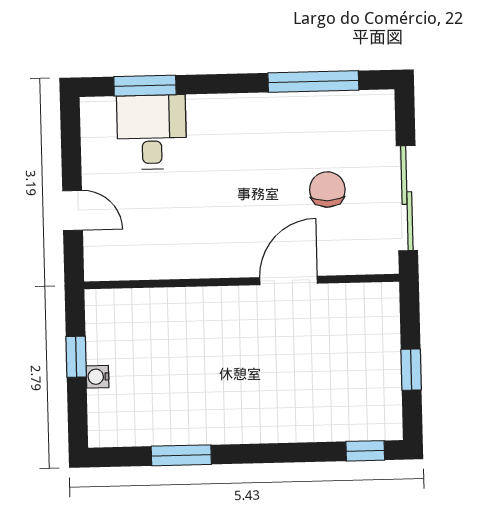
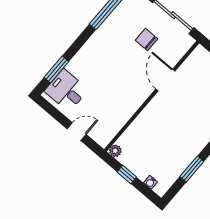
desk: (152, 132) -> (66, 90), moved
plant: (98, 303) -> (115, 151), added
water cooler: (98, 377) -> (151, 182), moved

